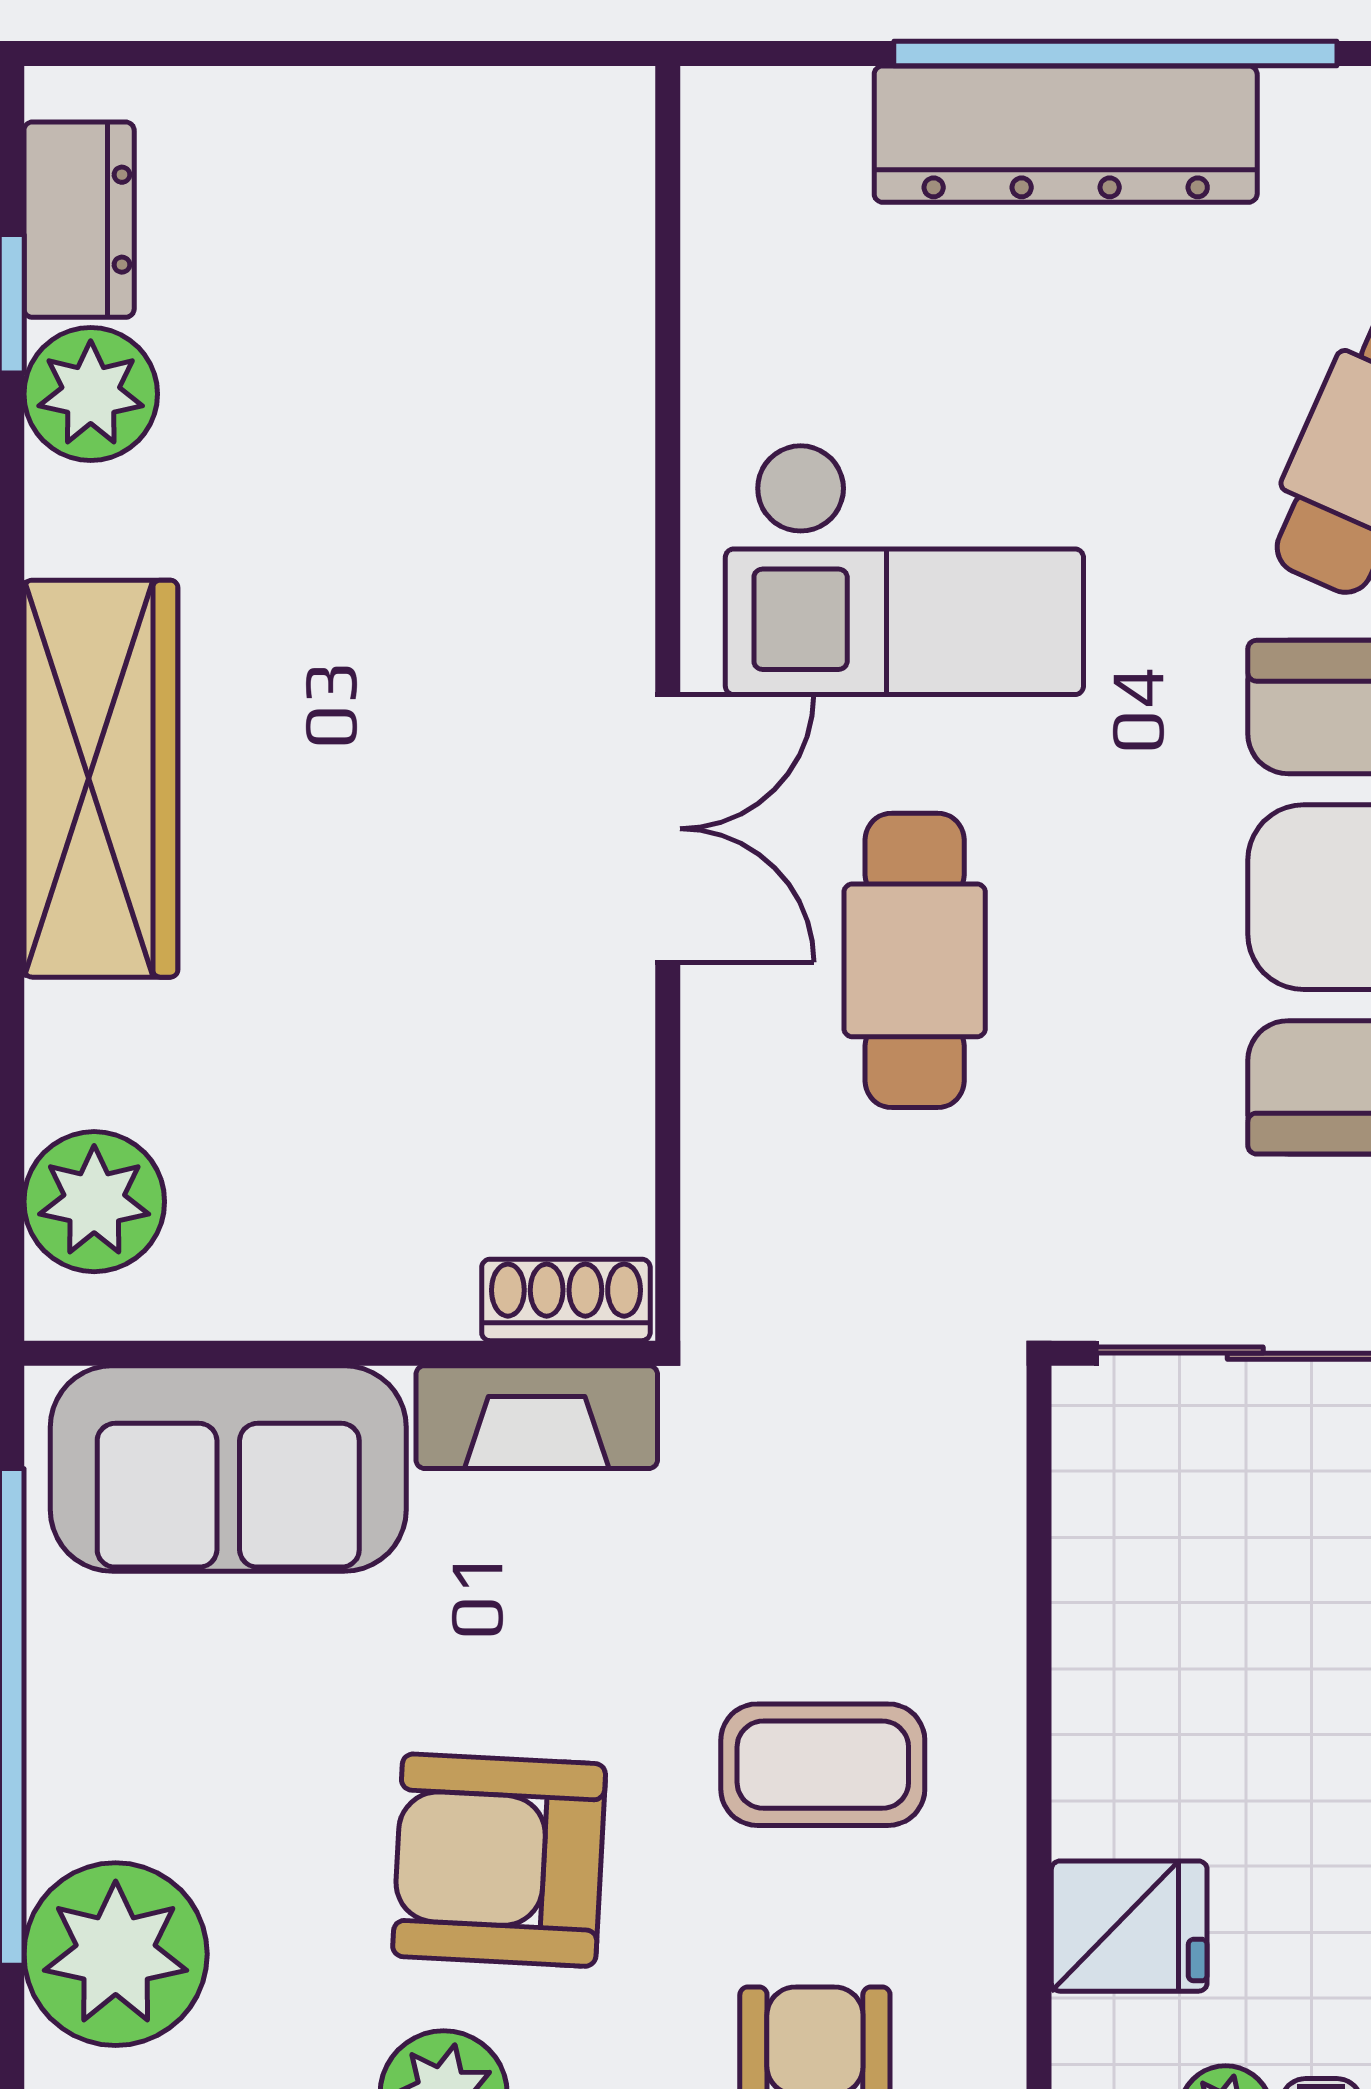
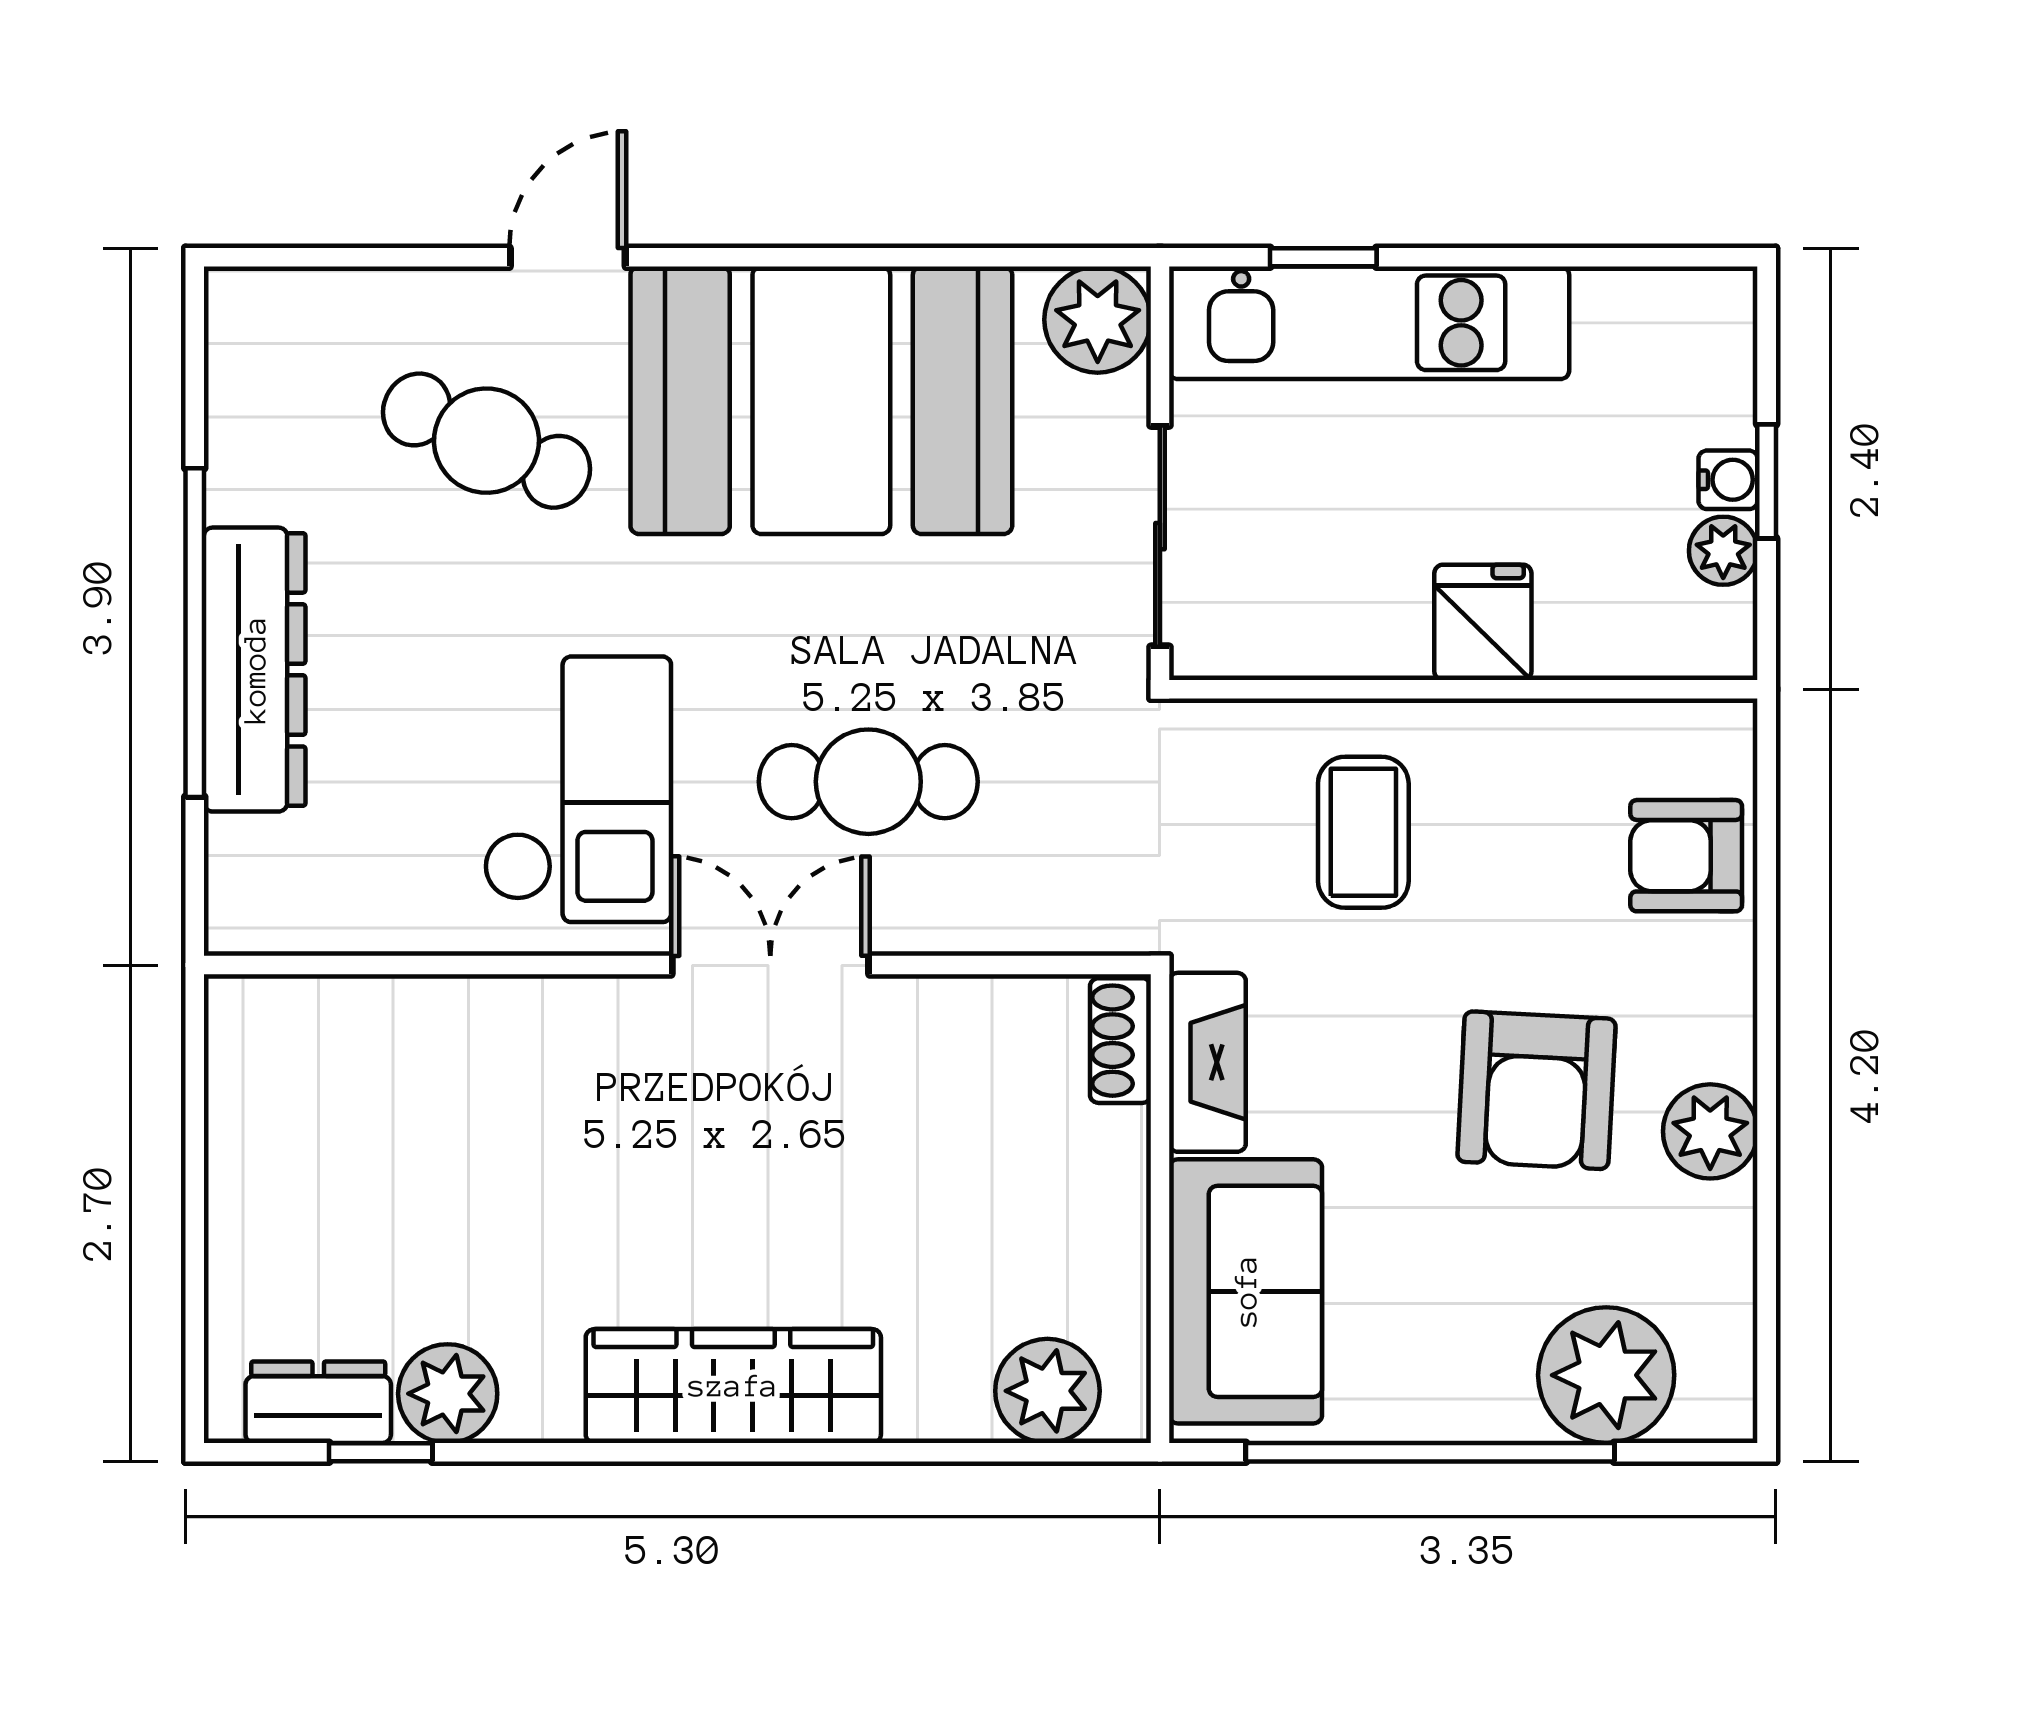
coffee table: (823, 1765) -> (1363, 832), moved
fridge: (1129, 1926) -> (1483, 622), moved

